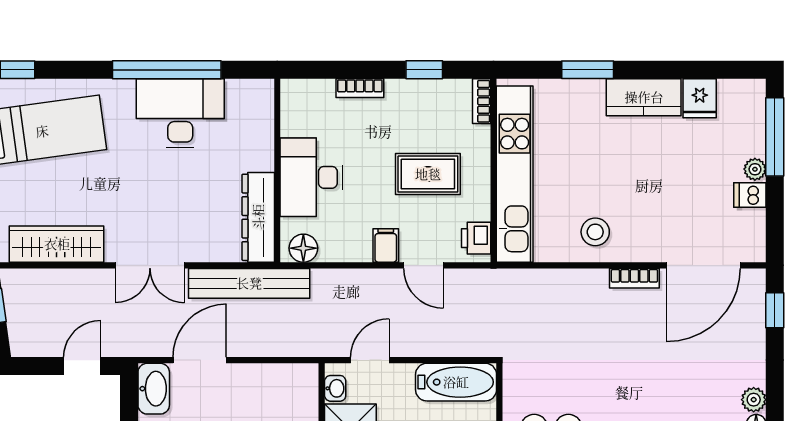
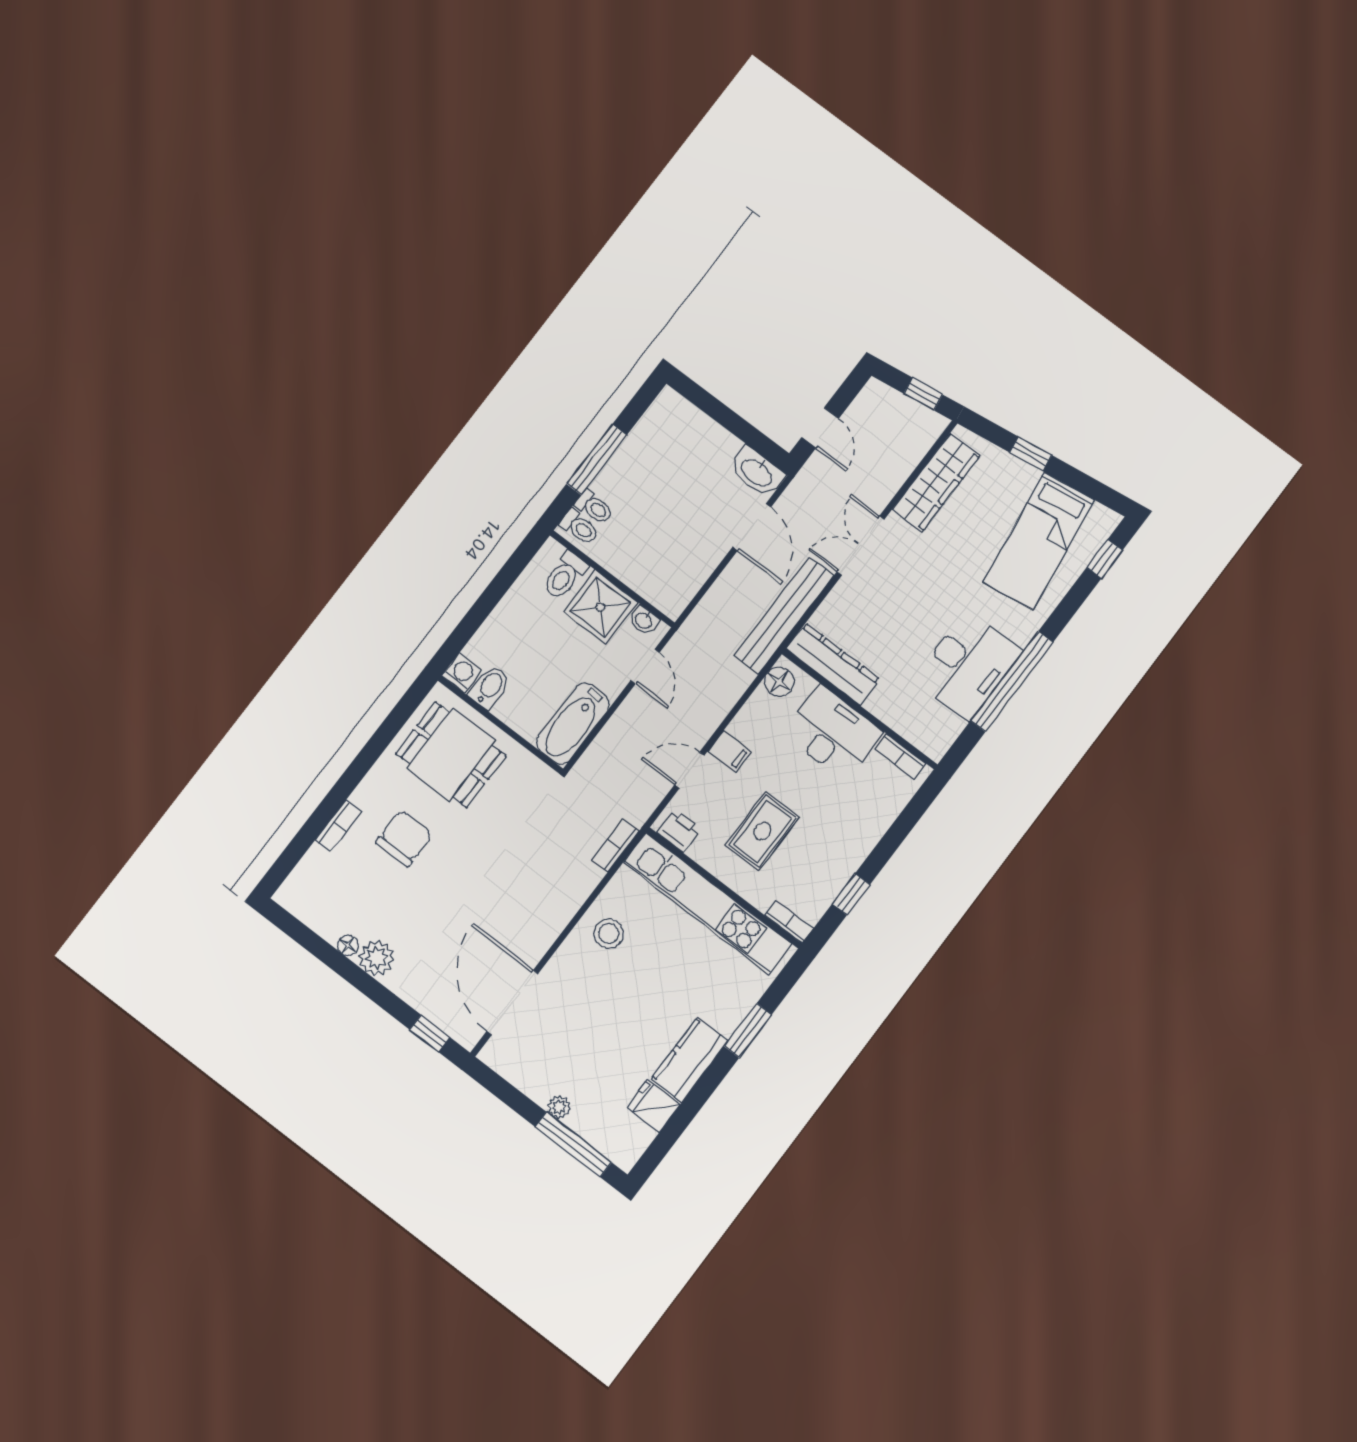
bookcase: (360, 88) -> (900, 756), moved, turned -90
dishwasher: (750, 195) -> (541, 1086), removed
bookcase: (634, 278) -> (615, 845), moved
plant: (754, 400) -> (376, 958), width x1.38, depth x1.38

